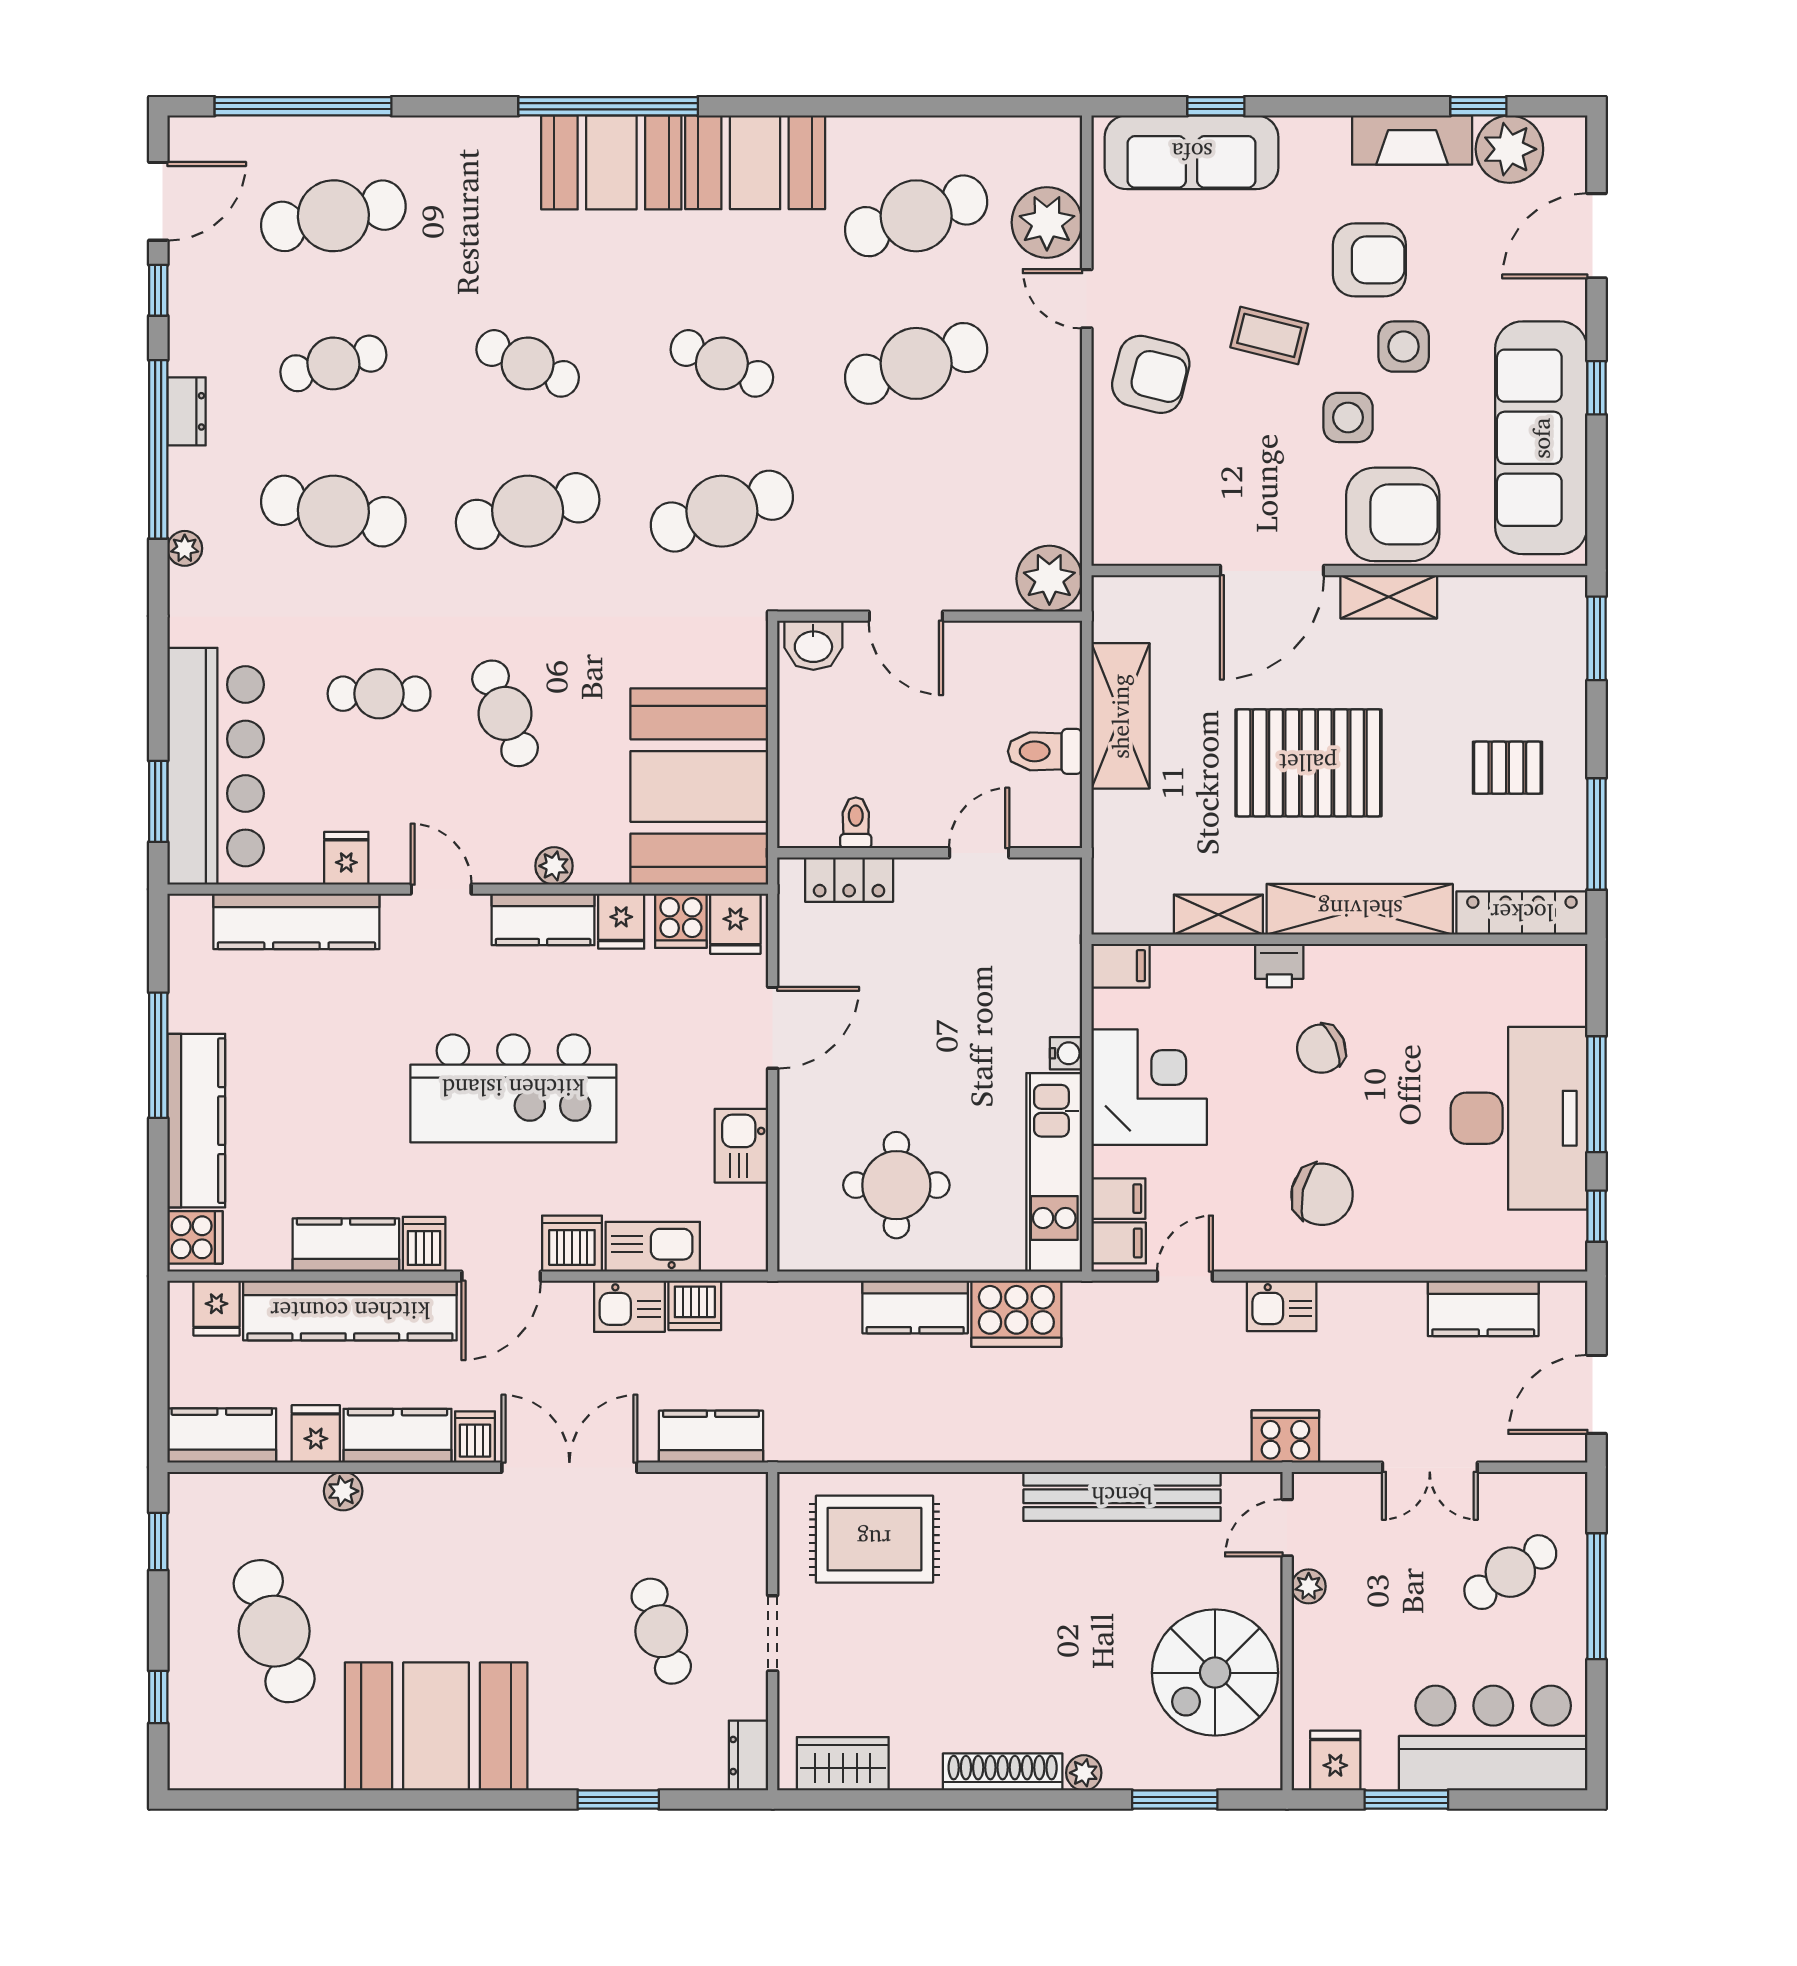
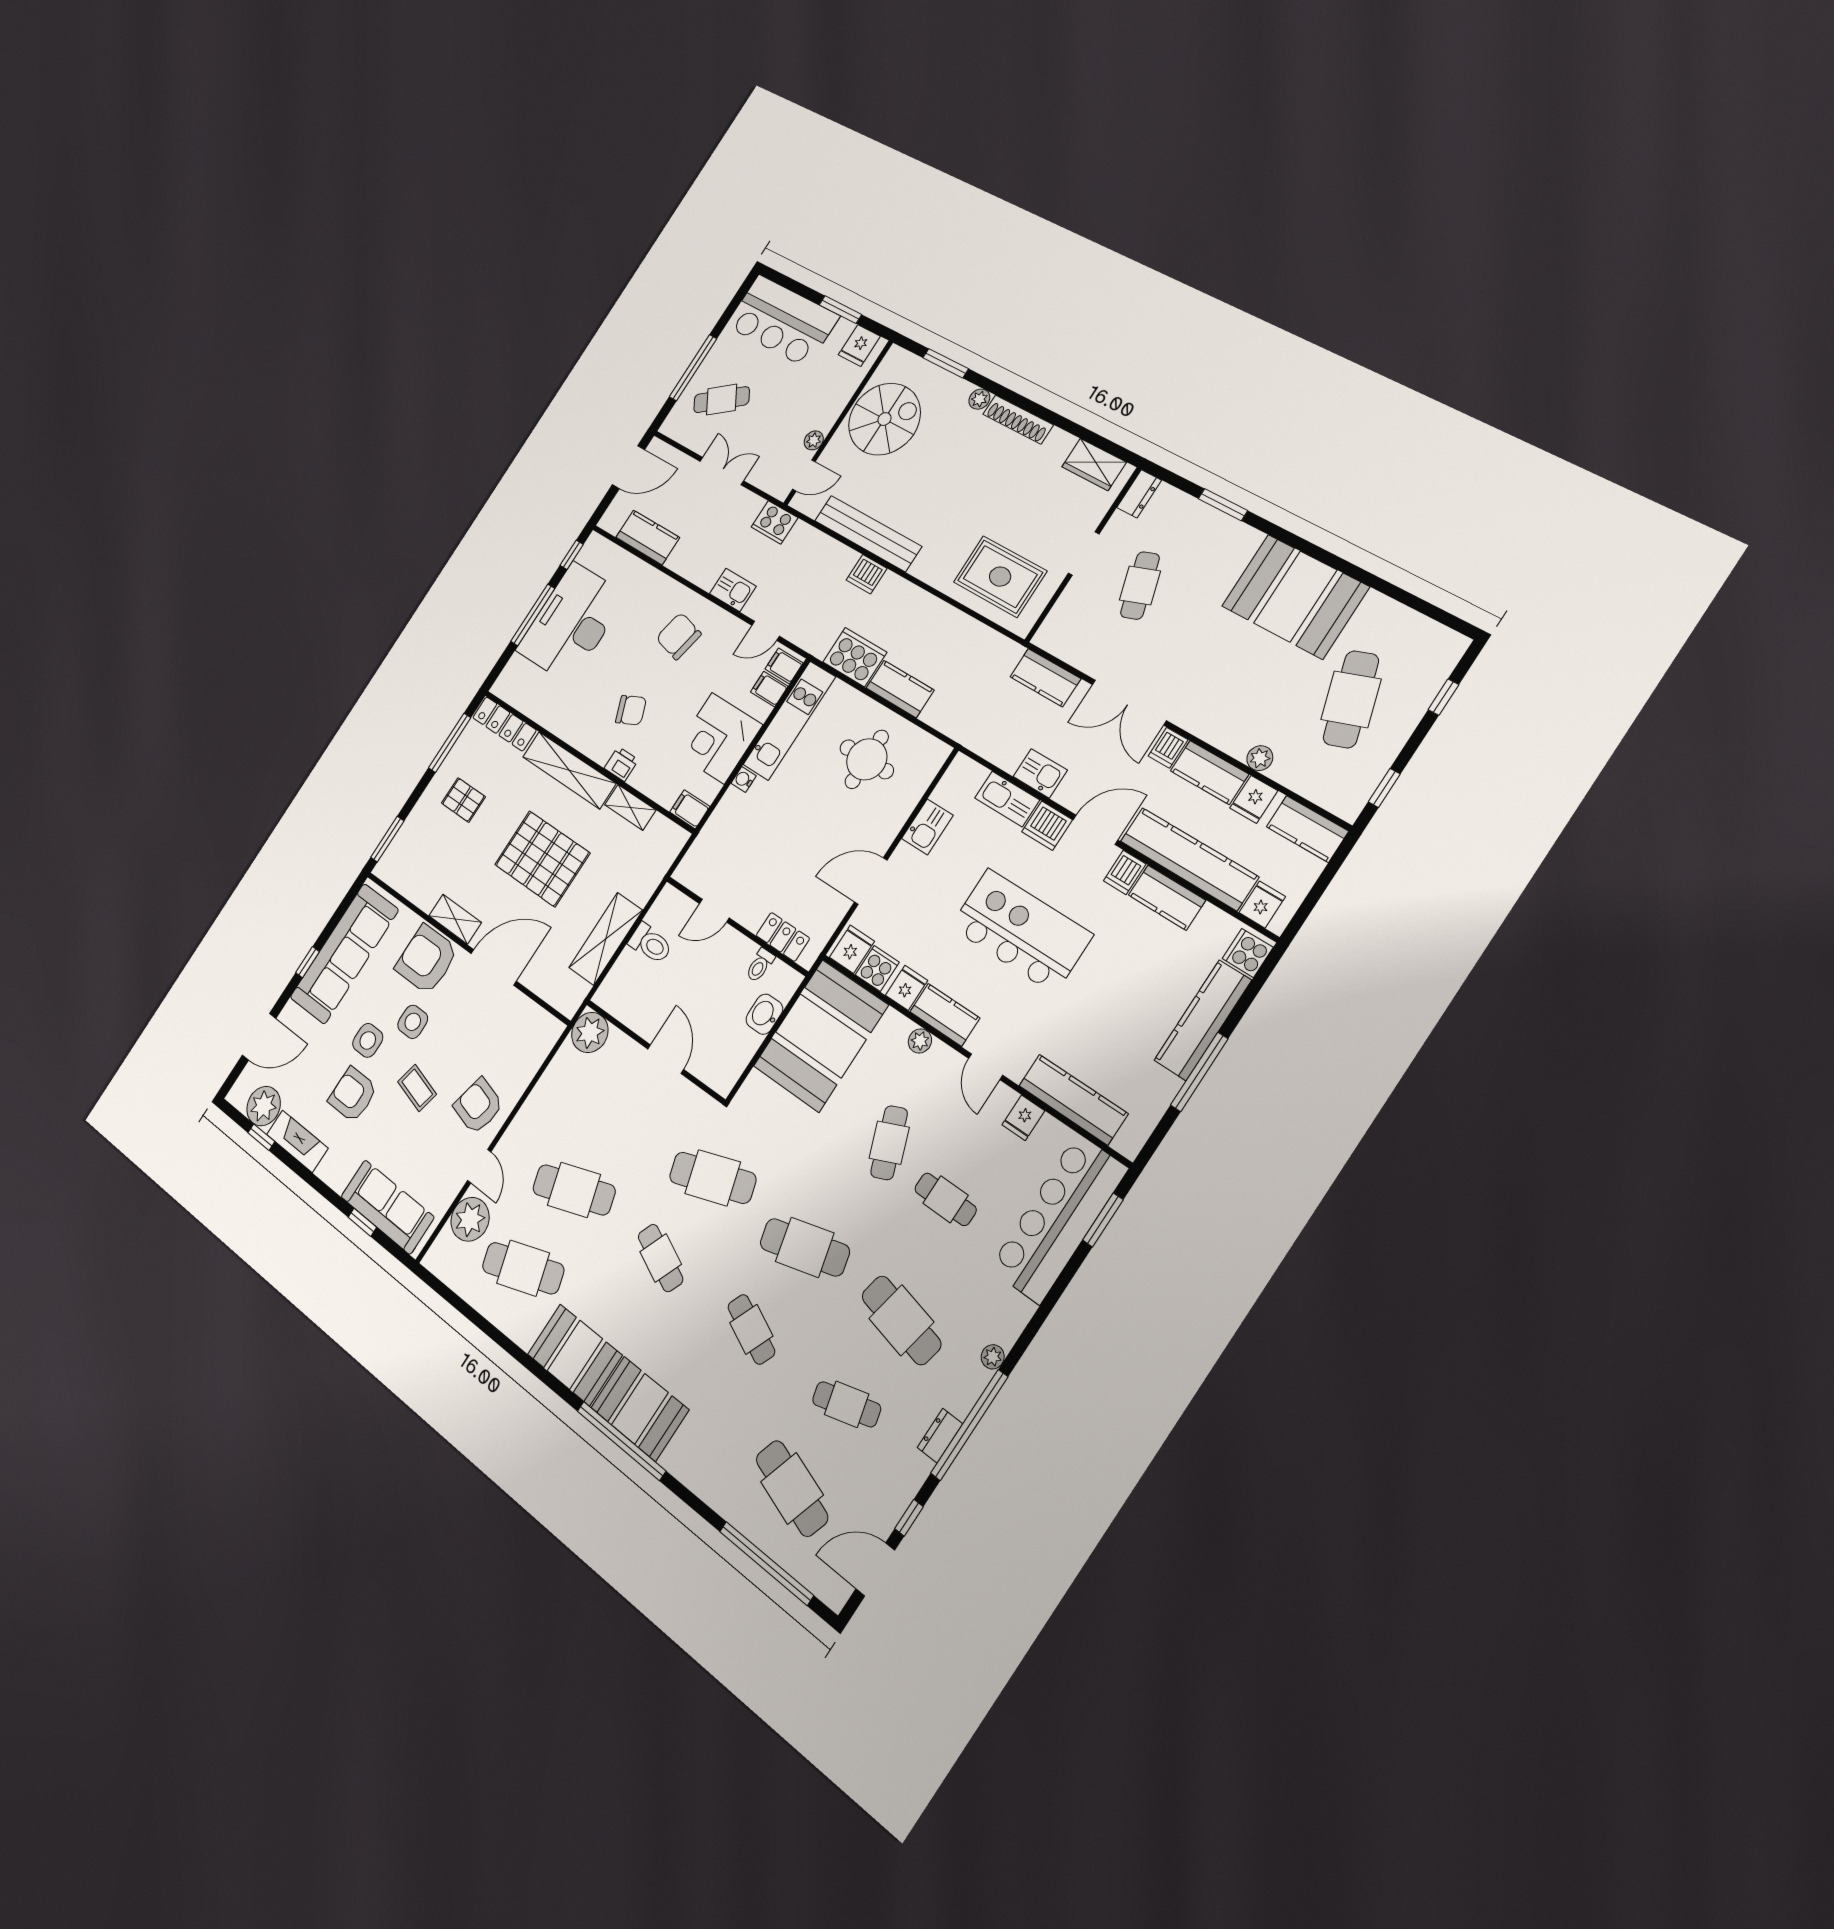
cafe table: (333, 216) -> (792, 1488), turned 30
washbasin: (813, 645) -> (764, 1014), moved, turned -90
dishwasher: (695, 1305) -> (867, 574), moved, turned 180

